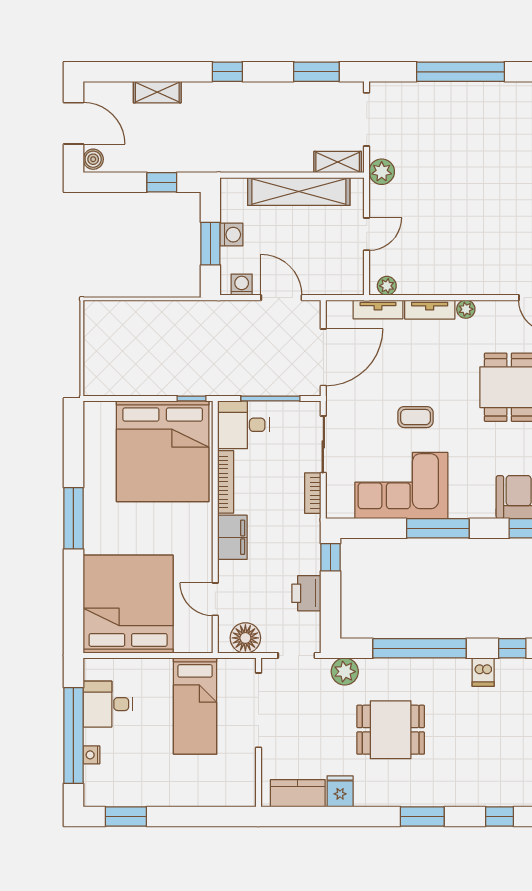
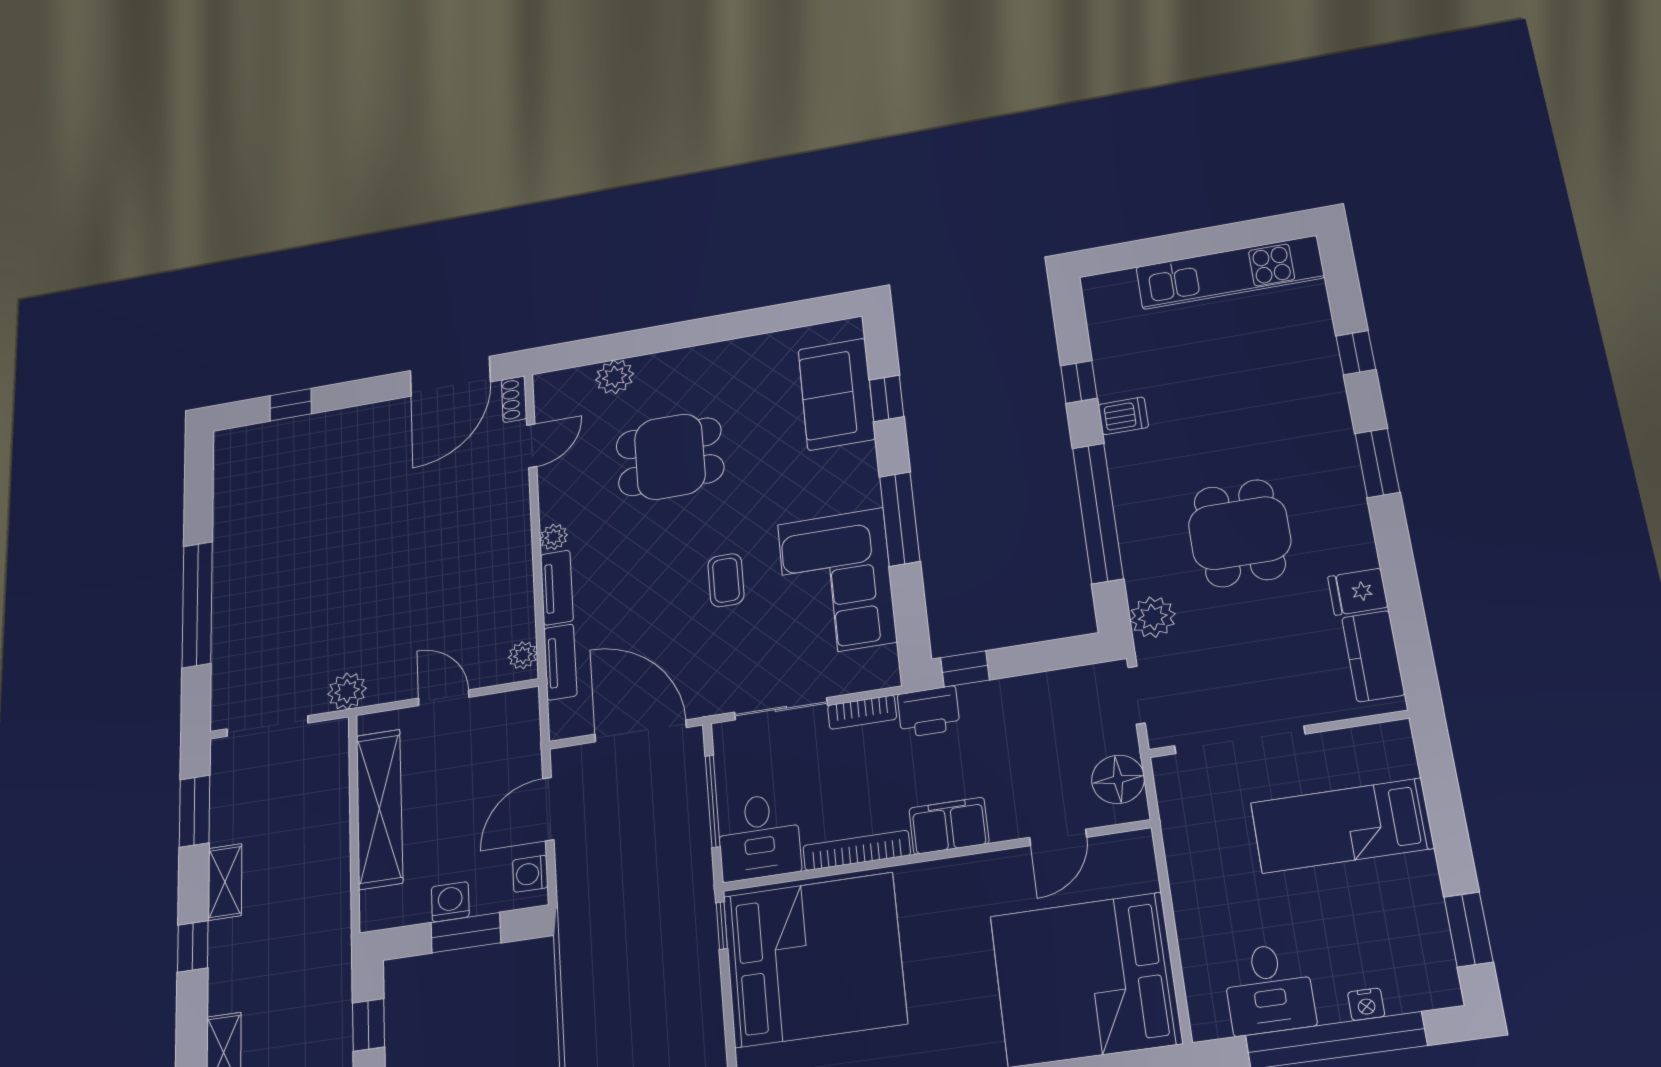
shelving: (338, 162) -> (225, 882), moved
printer: (306, 593) -> (929, 712), moved
bed: (195, 706) -> (1342, 826), moved, turned 180

